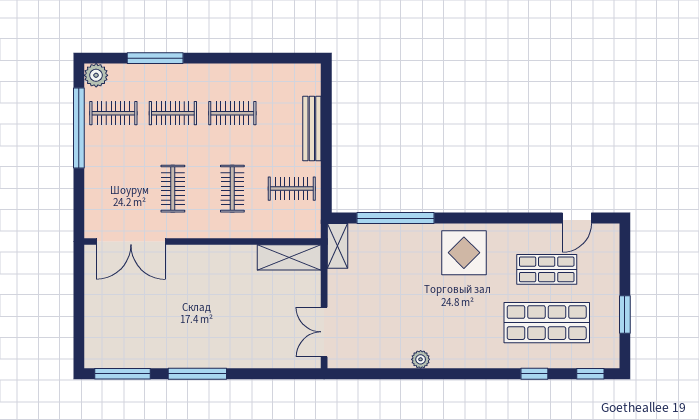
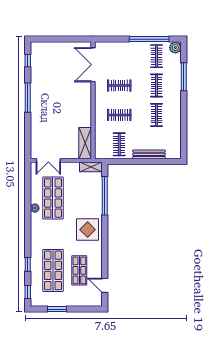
shop shelf: (400, 323) -> (53, 198), added
double door: (324, 332) -> (48, 160), swing flipped
window: (123, 374) -> (28, 61), width x0.46

